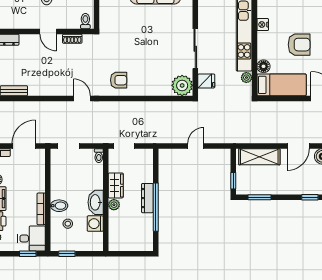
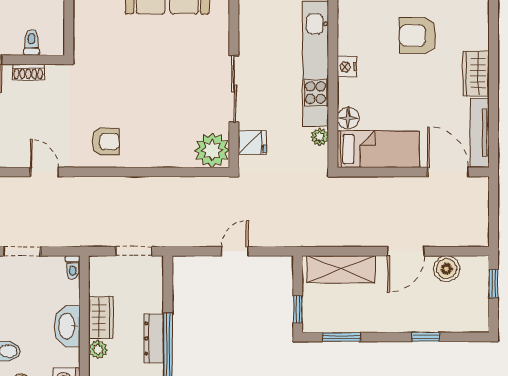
toilet: (85, 21) -> (32, 42), moved
nightstand: (263, 25) -> (347, 67), moved
armchair: (299, 45) -> (418, 36), moved, turned 180
doorway: (124, 146) -> (134, 251), moved
washbasin: (96, 202) -> (67, 326), moved

